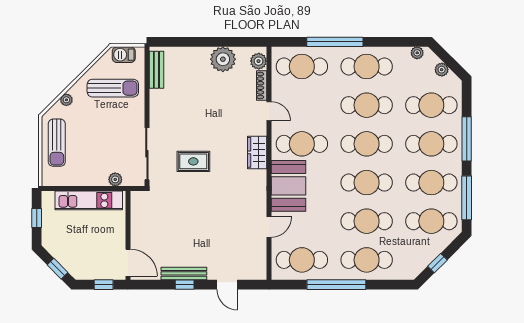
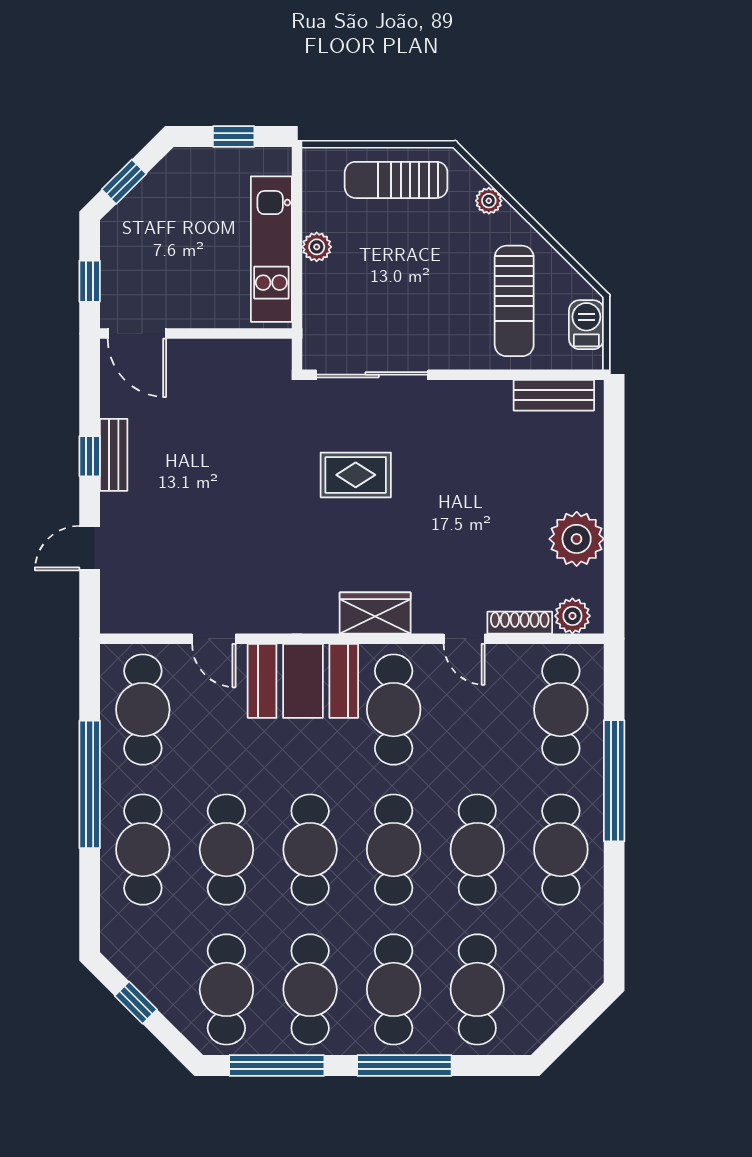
plant: (417, 53) -> (590, 959), removed
plant: (442, 70) -> (554, 1012), removed
door: (269, 111) -> (464, 639), hinge flipped
rug: (193, 161) -> (356, 475), turned 90
plant: (115, 179) -> (317, 247), moved
door: (128, 263) -> (137, 334), hinge flipped
bench: (184, 273) -> (114, 455), width x0.73

